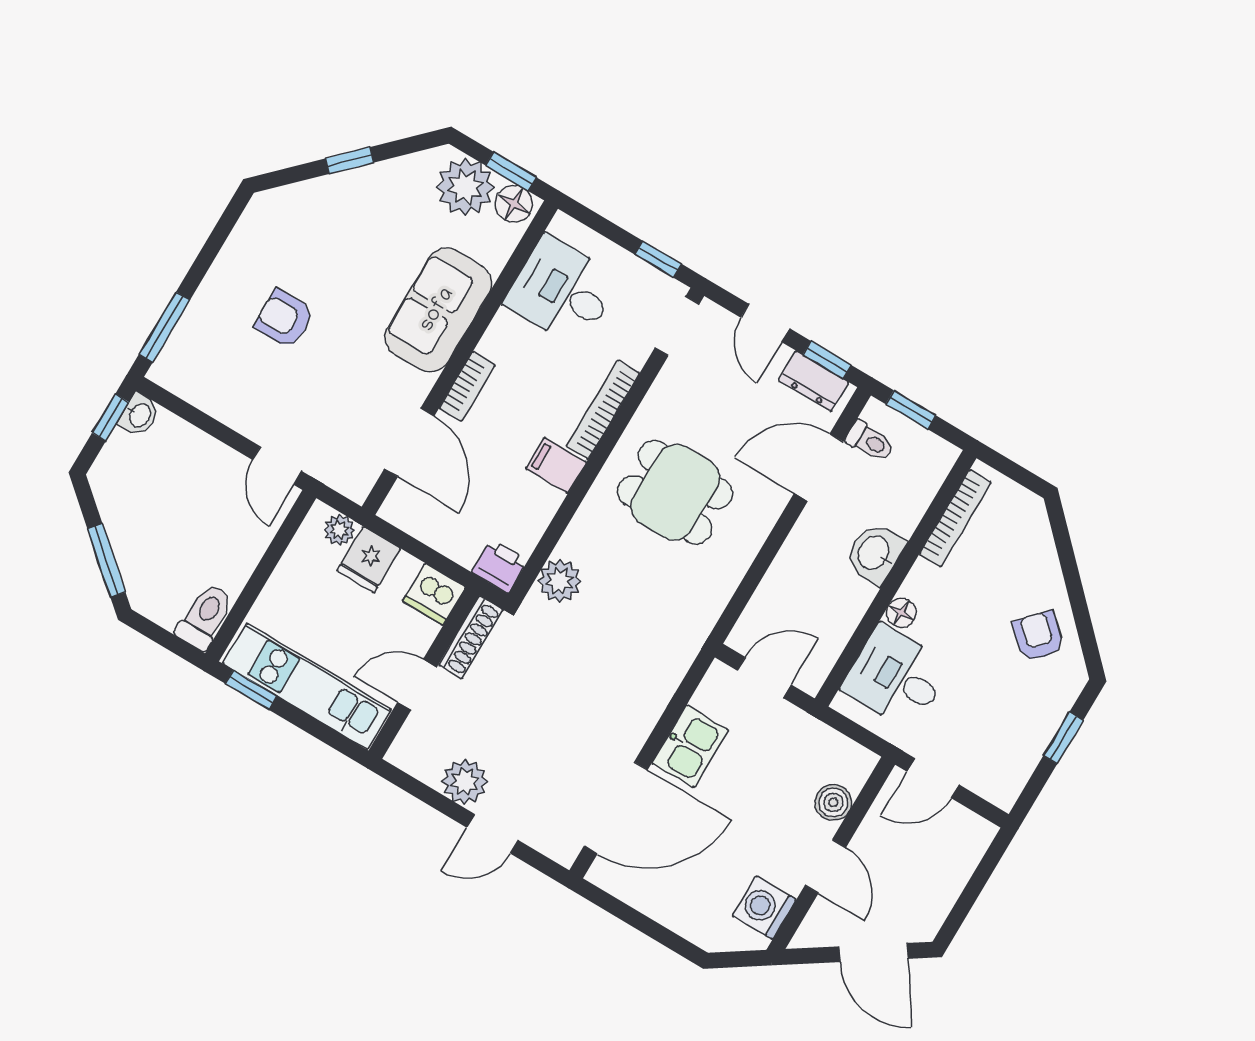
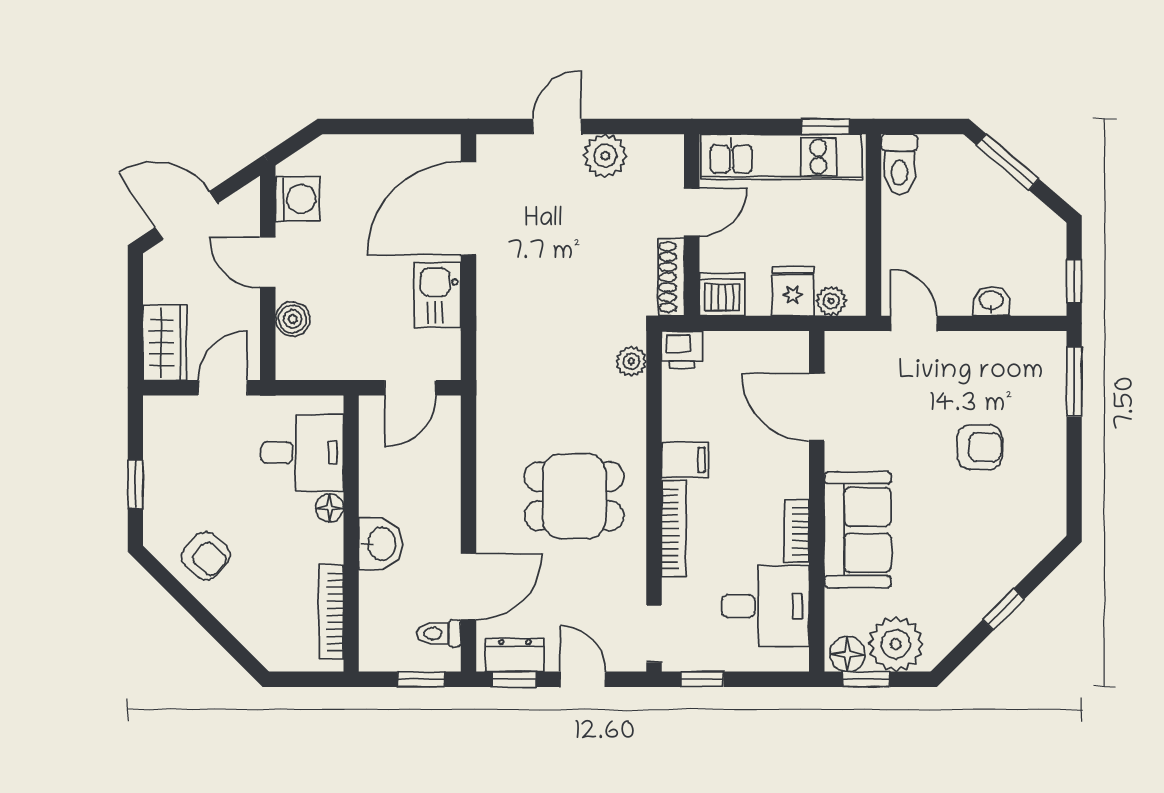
bookcase: (467, 386) -> (797, 531), moved
washbasin: (139, 415) -> (991, 301), moved, turned 90
plant: (560, 581) -> (631, 361), width x0.73, depth x0.73
wardrobe: (961, 850) -> (165, 343), added

